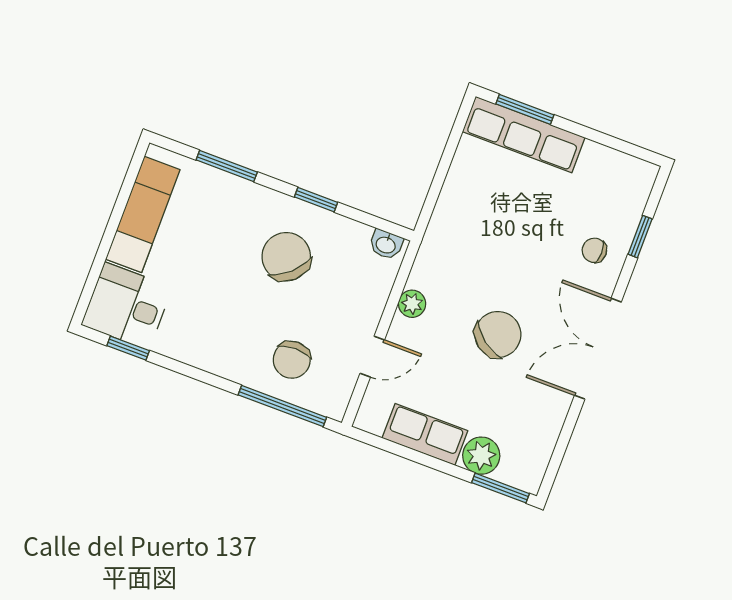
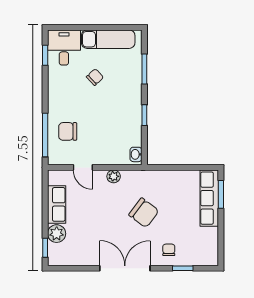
chair: (286, 257) -> (95, 77), moved, width x0.54, depth x0.54
chair: (498, 334) -> (144, 213), moved
window: (501, 488) -> (45, 248), width x0.67

